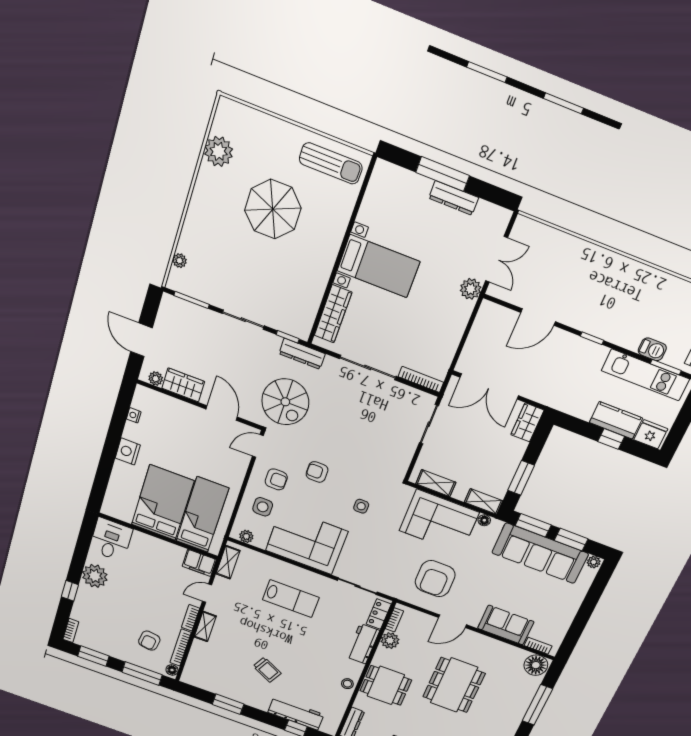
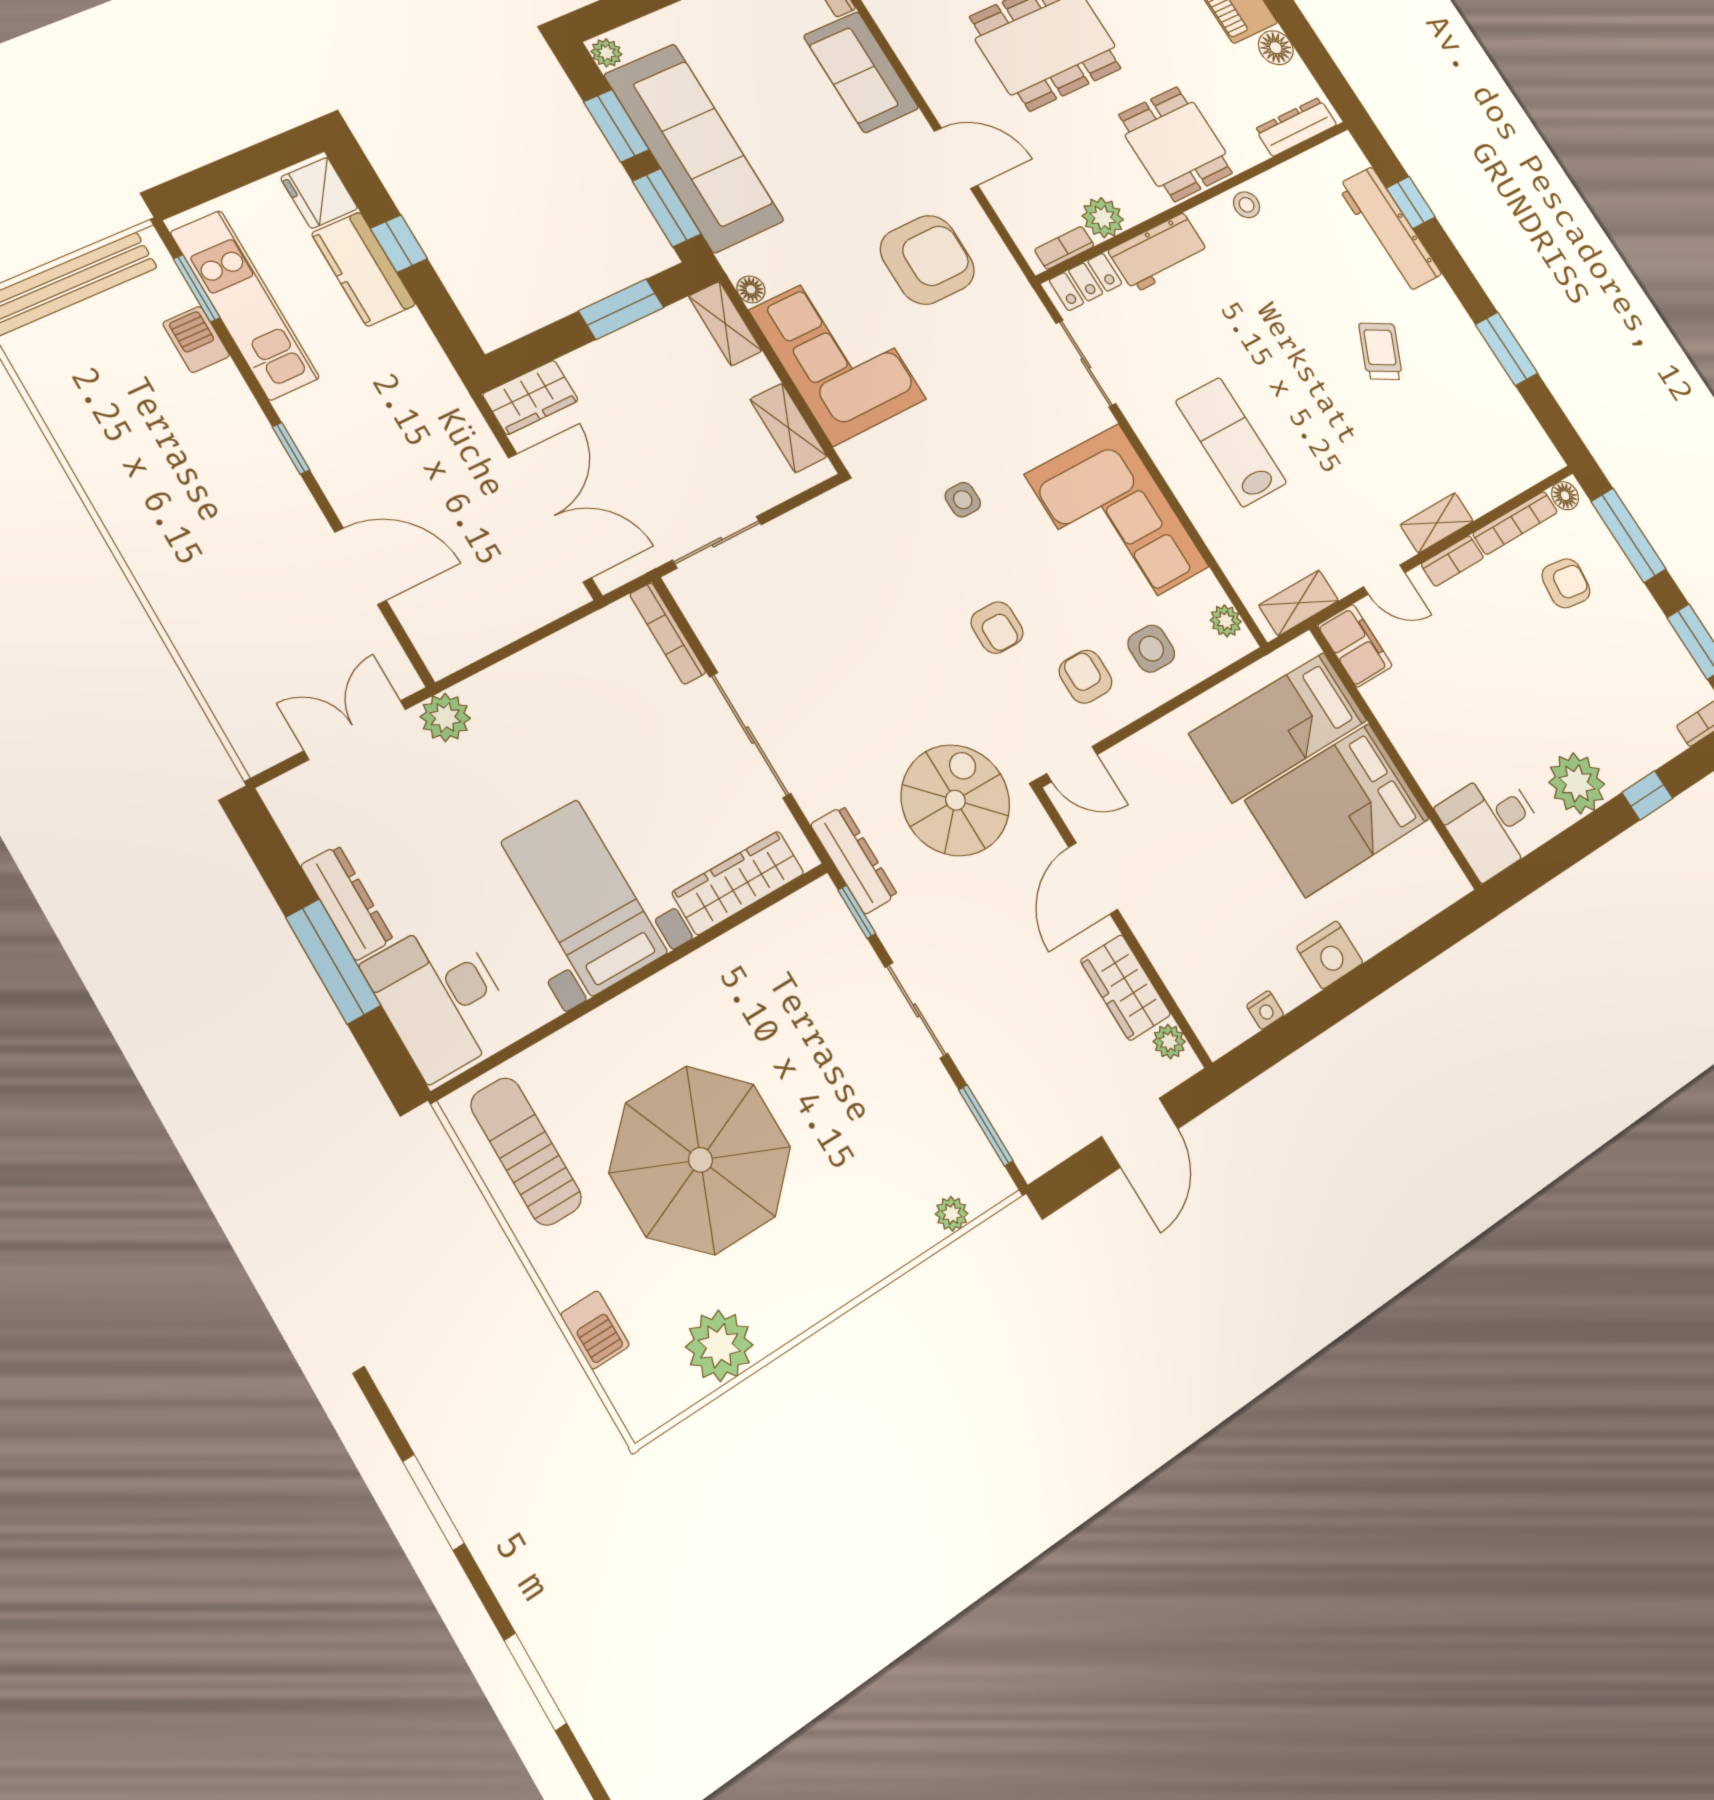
barbecue: (262, 122) -> (595, 1330), added
desk: (398, 192) -> (440, 998), added
parasol: (273, 209) -> (700, 1160), width x1.36, depth x1.36

